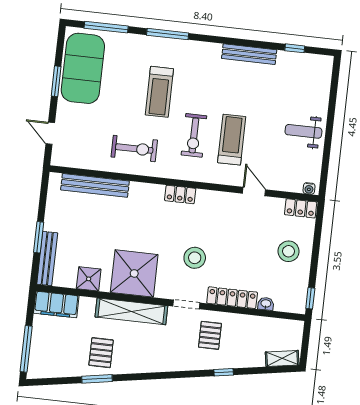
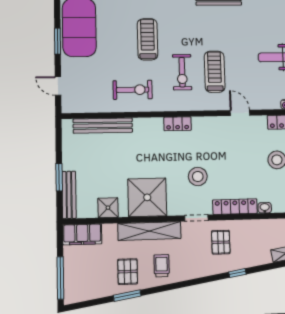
treadmill: (159, 92) -> (148, 39), turned 180
trolley: (140, 352) -> (162, 266), added

